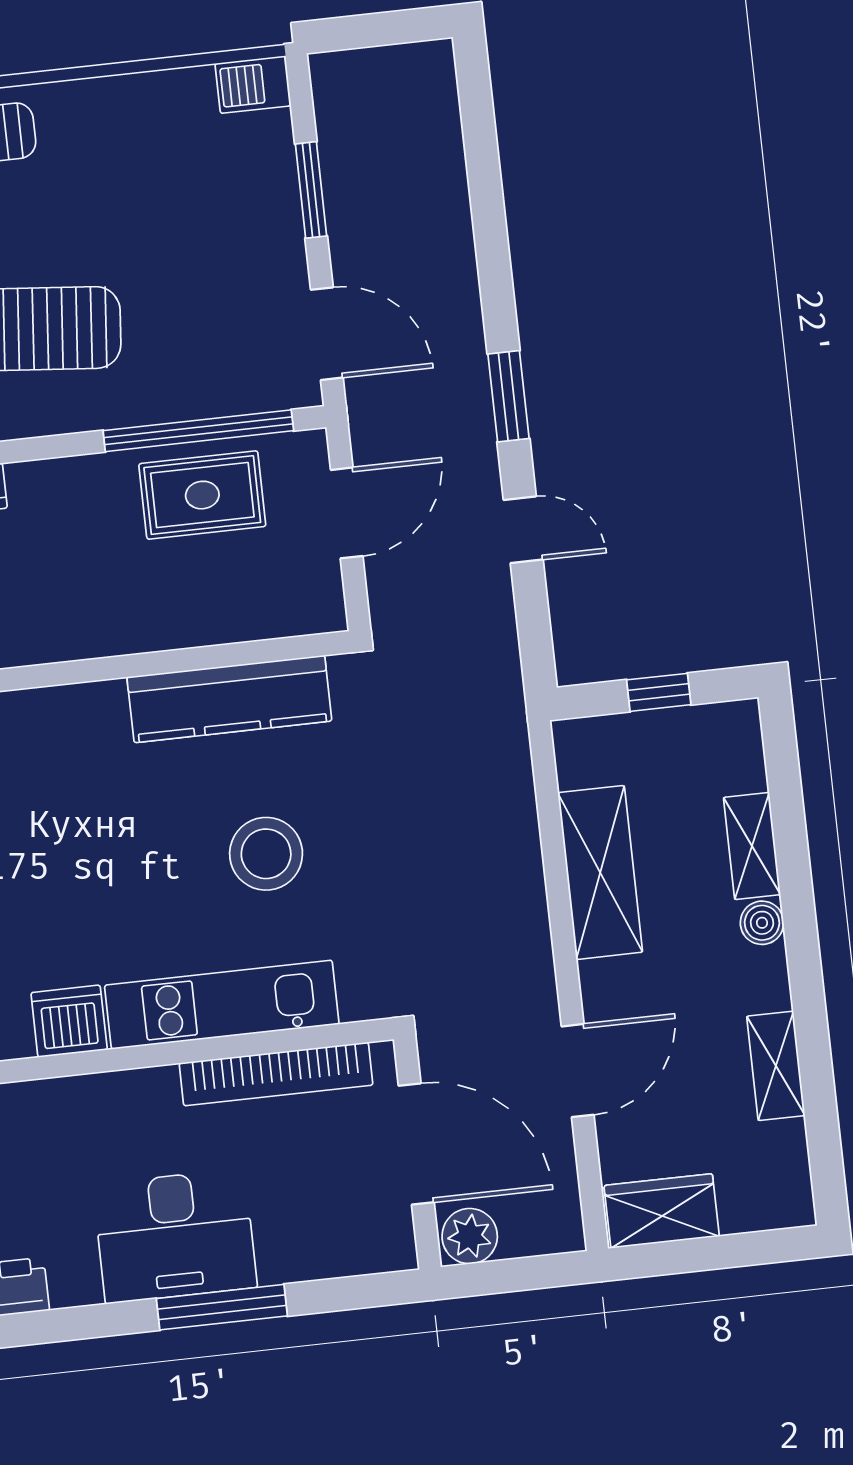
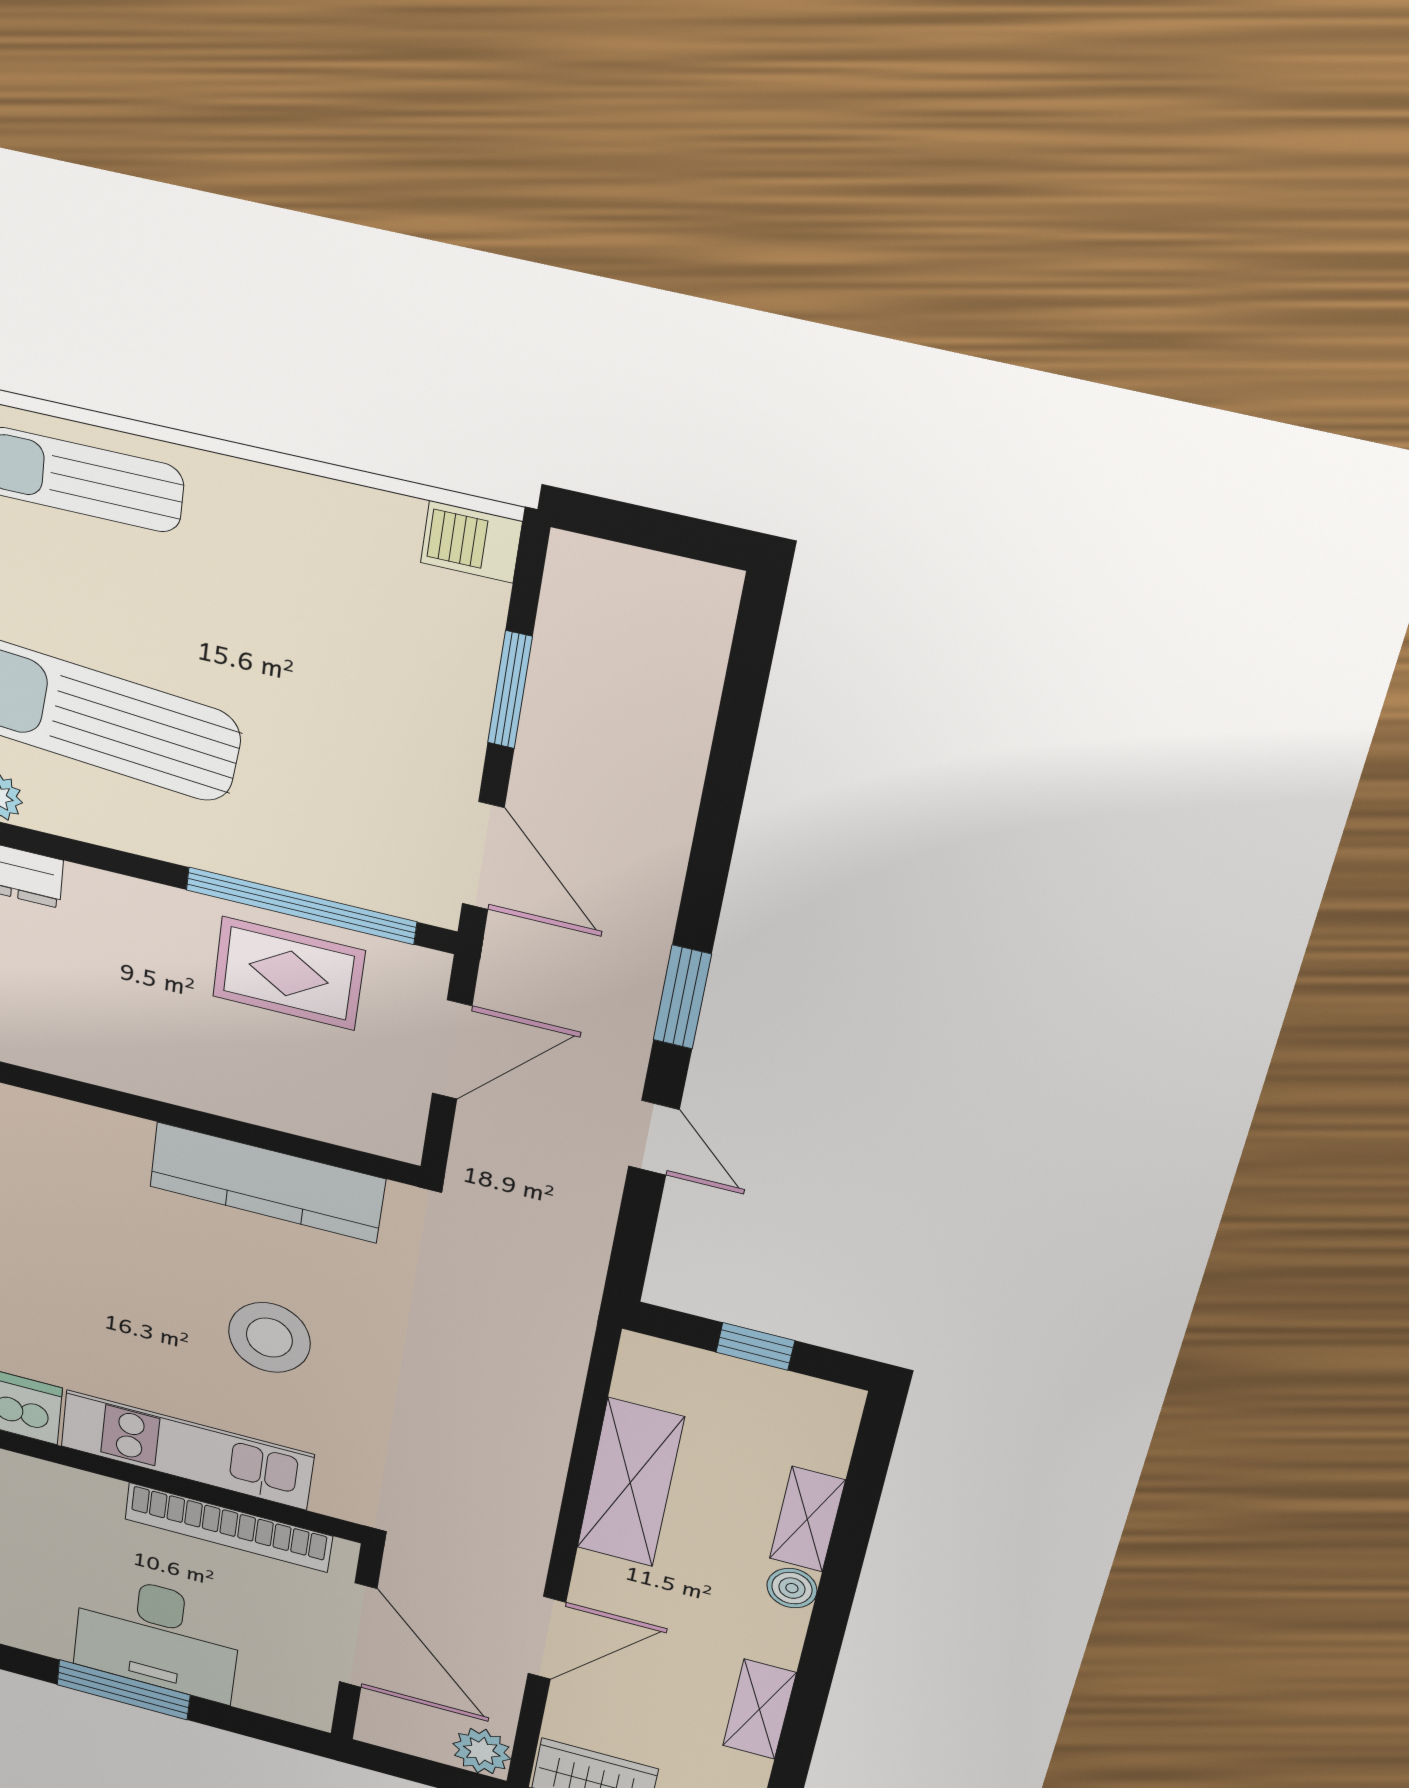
desk: (175, 1236) -> (157, 1637), moved
plant: (470, 1236) -> (482, 1751), moved

